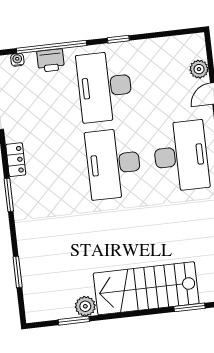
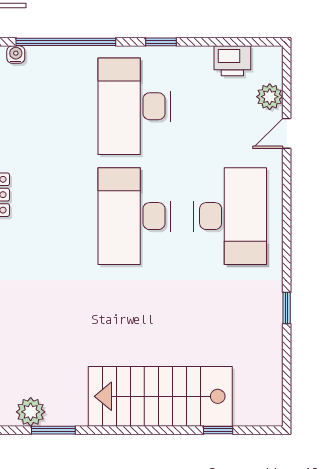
printer: (51, 60) -> (232, 61), moved
plant: (85, 306) -> (31, 412), moved
window: (190, 307) -> (218, 430), width x0.67

